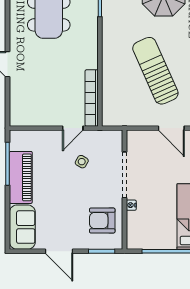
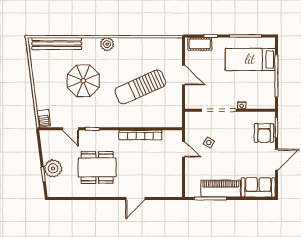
bookcase: (92, 98) -> (140, 135), moved
door: (171, 128) -> (184, 75), hinge flipped
armchair: (102, 221) -> (264, 133), moved

